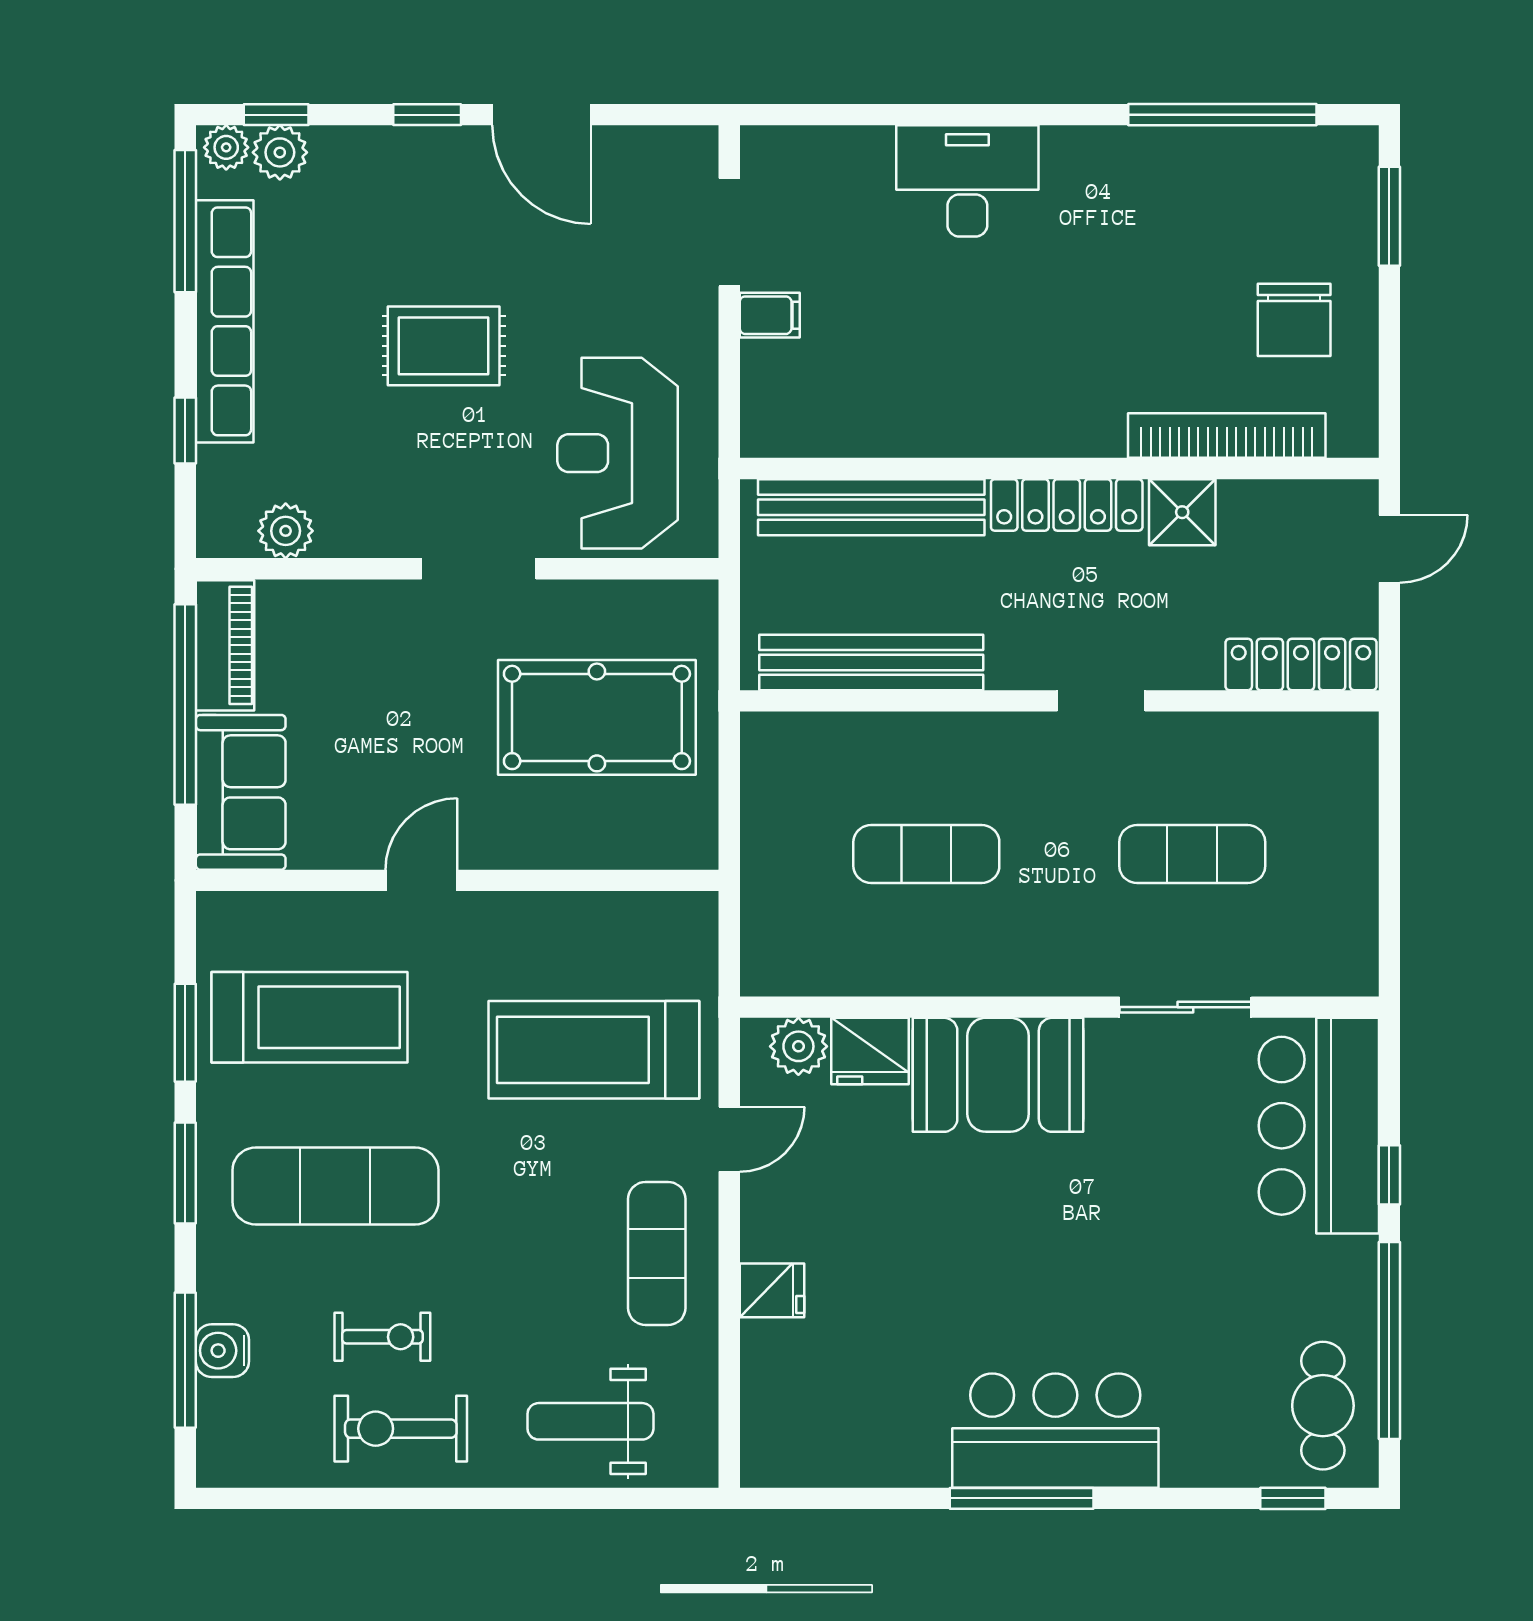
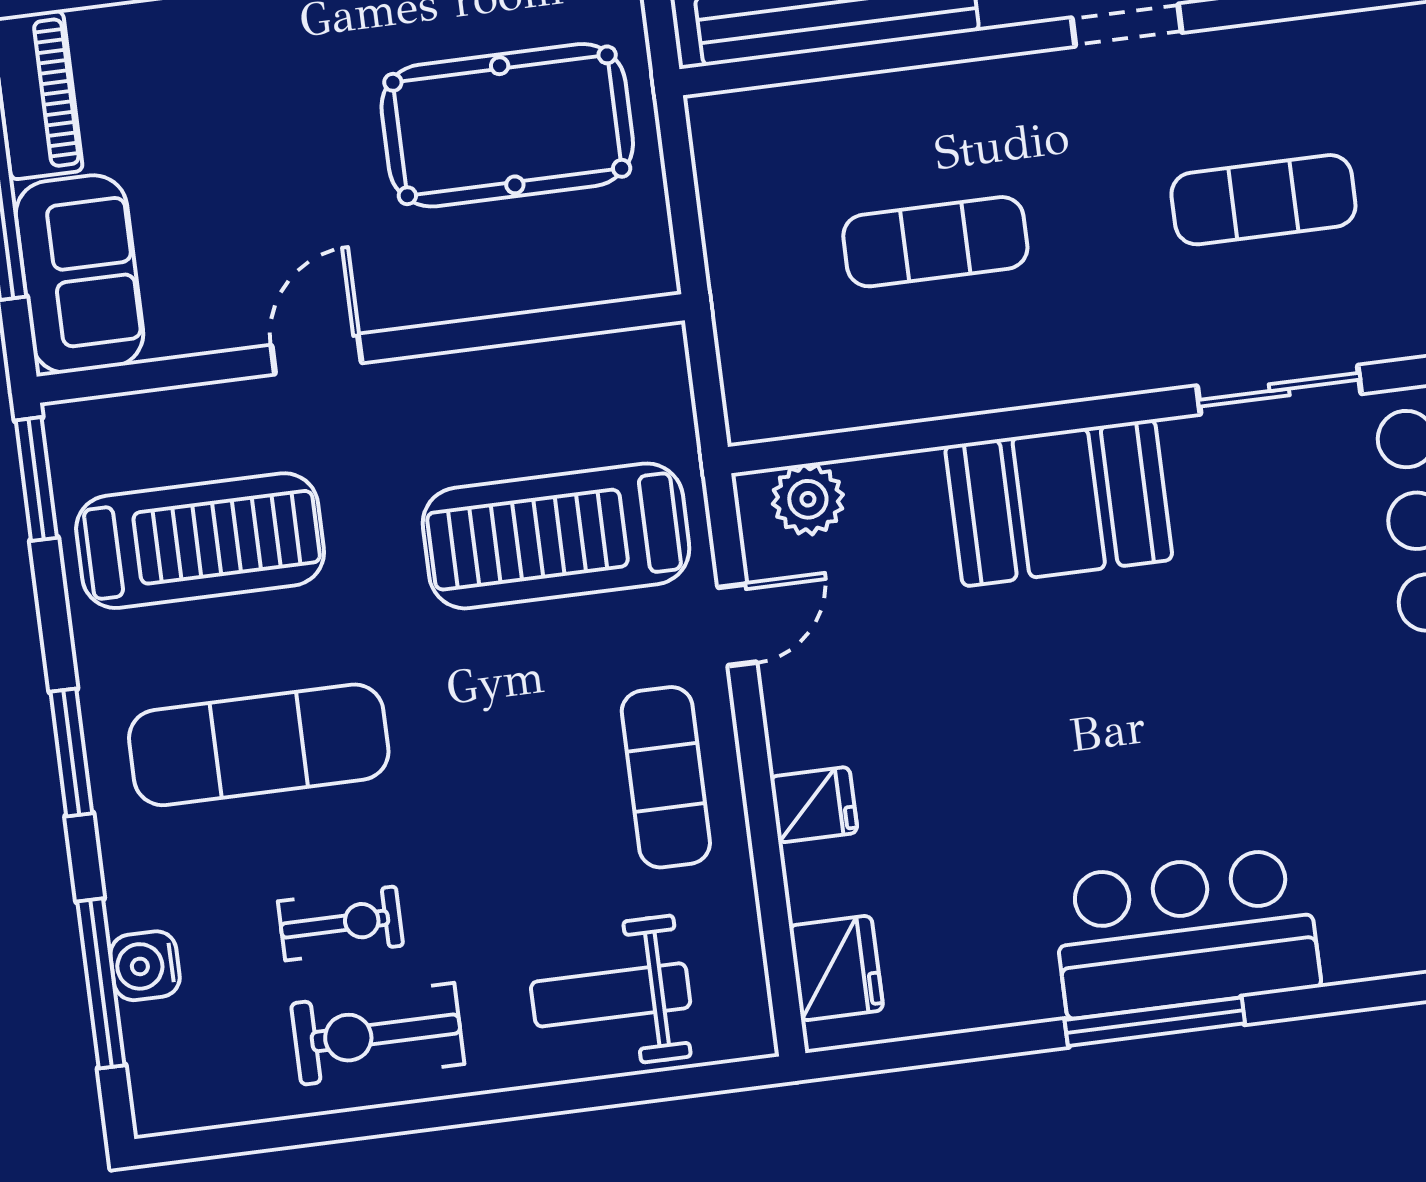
window: (185, 1033) -> (36, 479), moved
fridge: (870, 1051) -> (836, 968), moved, turned -90

